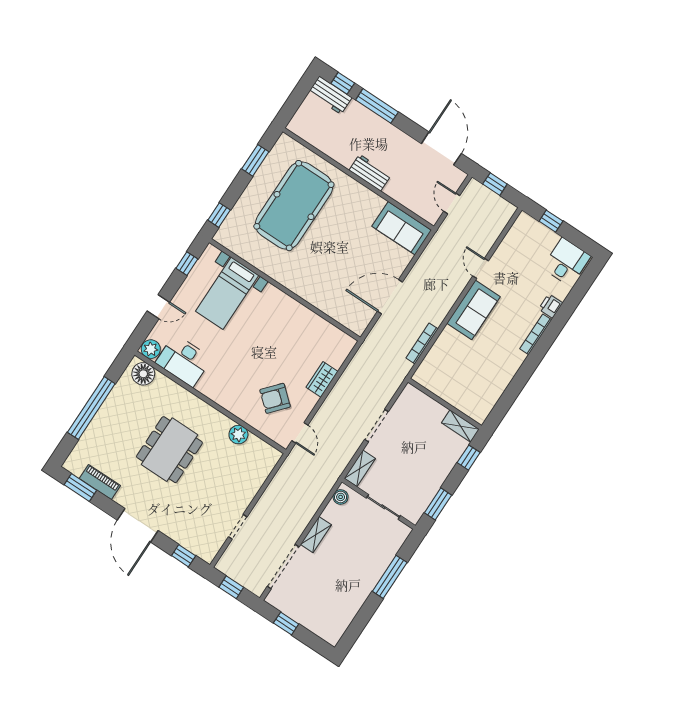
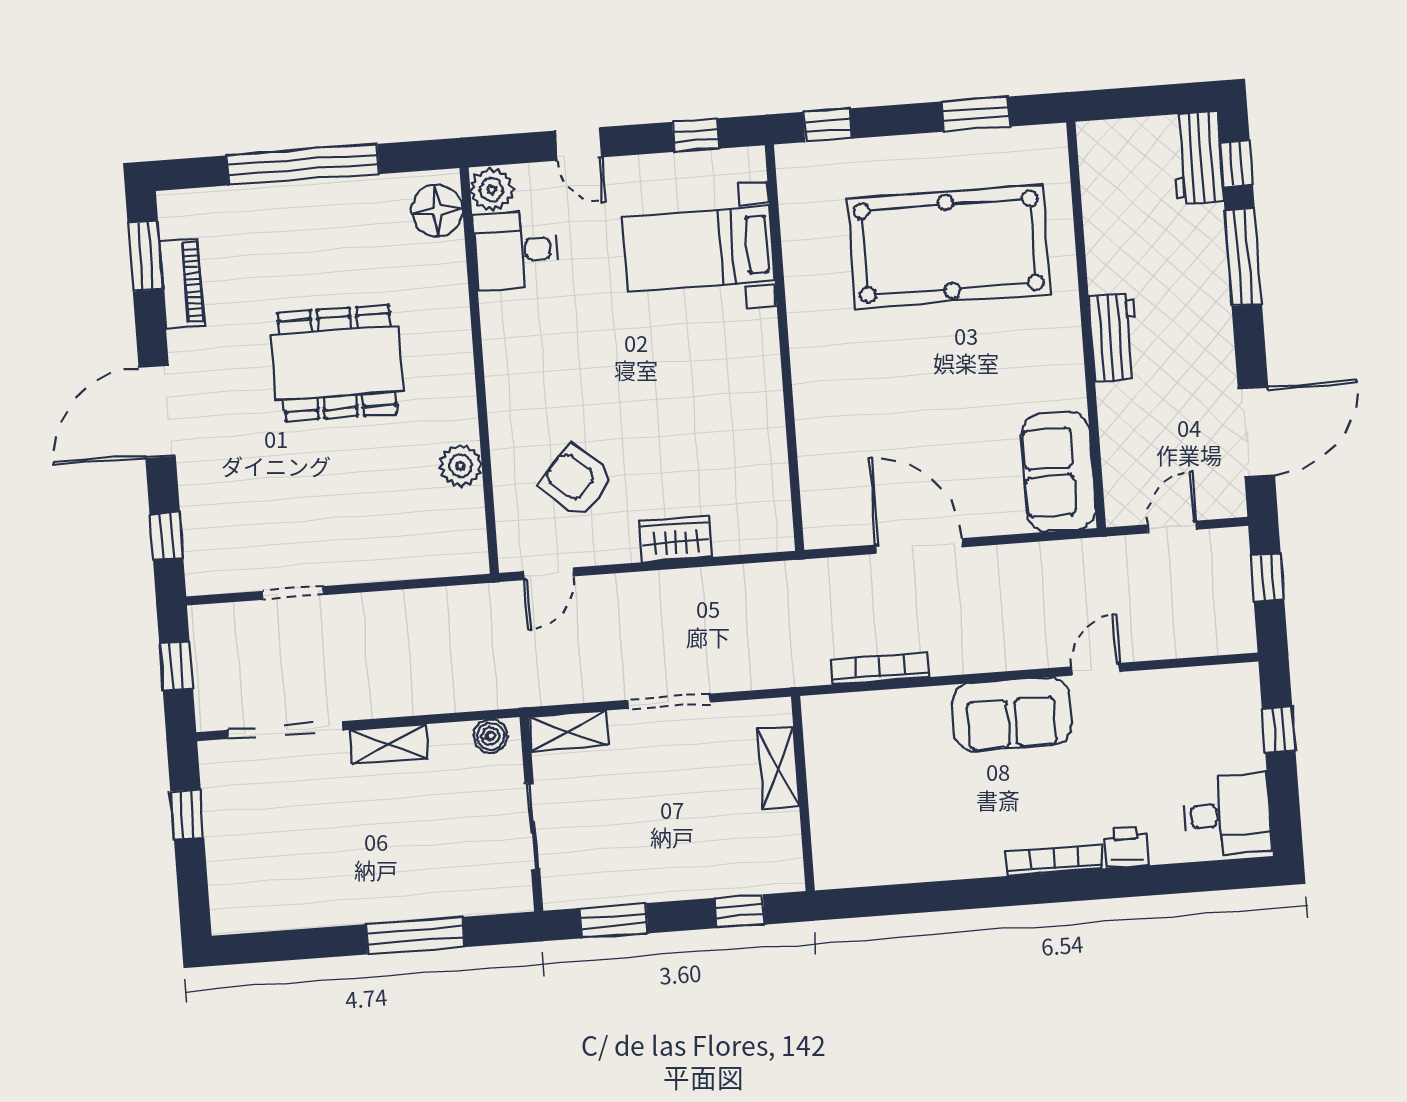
desk: (184, 361) -> (516, 250), width x0.73
shelving: (460, 426) -> (778, 768), moved

